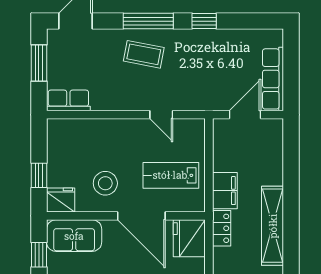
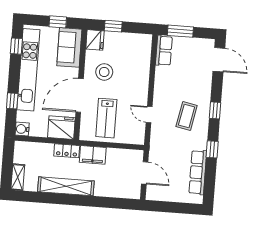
window: (148, 21) -> (215, 110), width x0.46
coffee table: (144, 54) -> (187, 116), moved
window: (39, 63) -> (180, 31), moved
row of seats: (273, 79) -> (198, 172), moved, turned -90
door: (161, 115) -> (149, 115), hinge flipped
lab bench: (171, 175) -> (106, 118), turned 180

